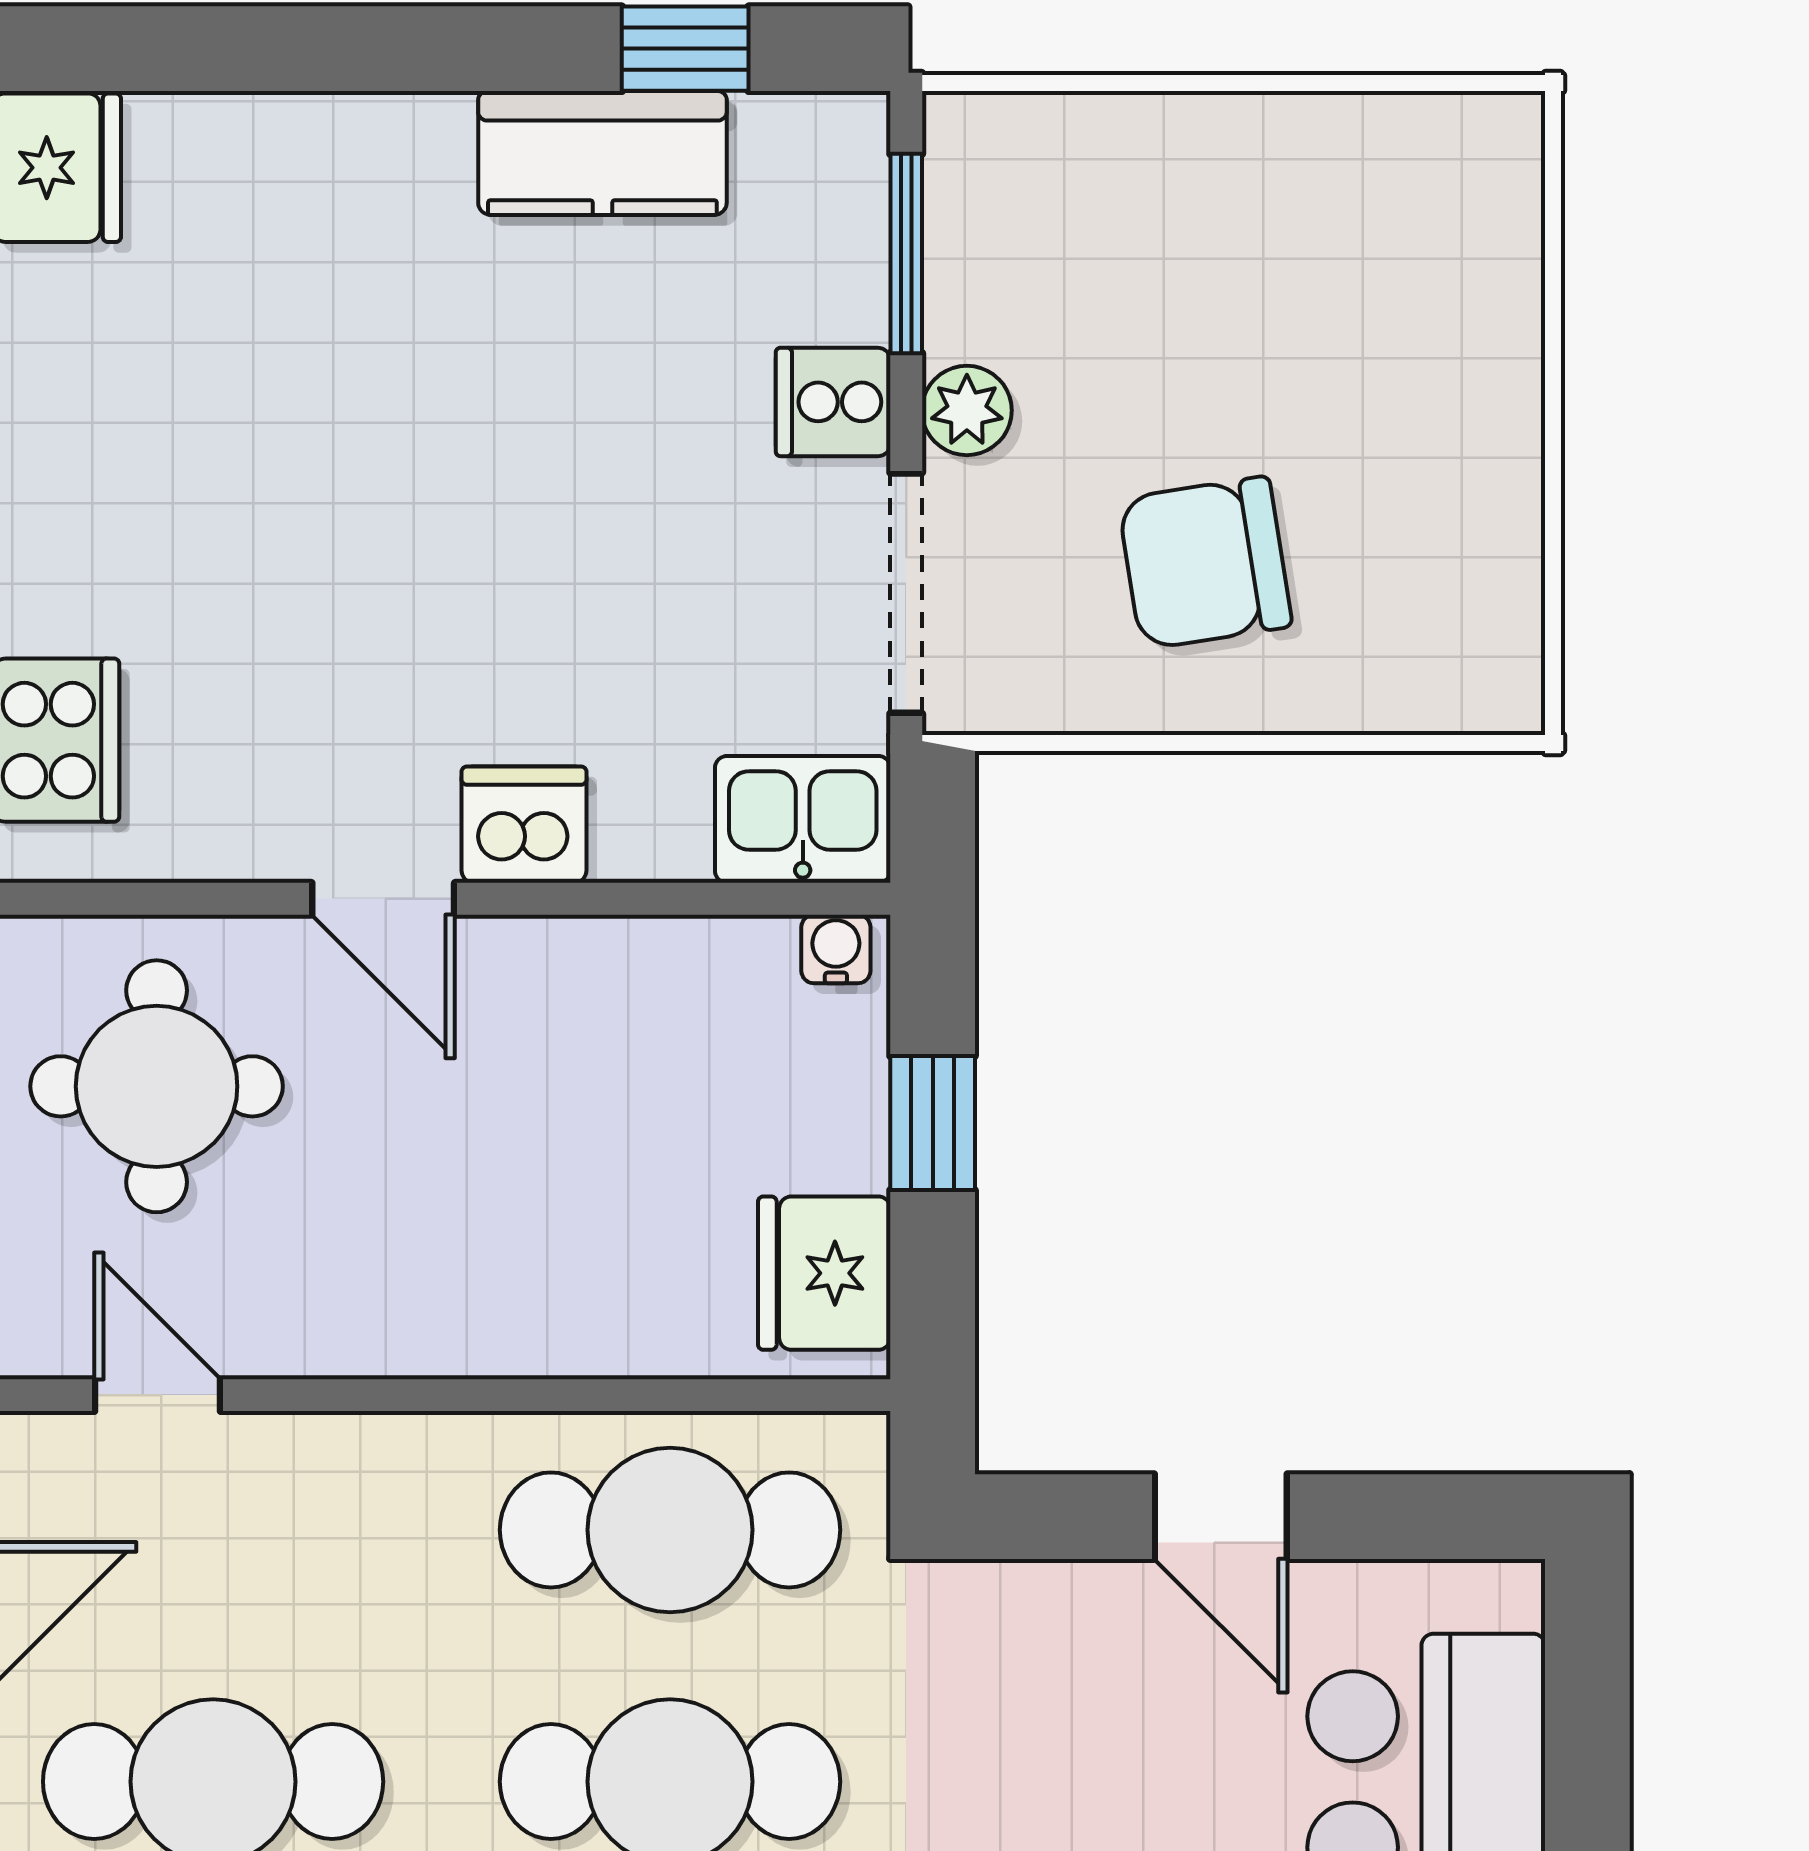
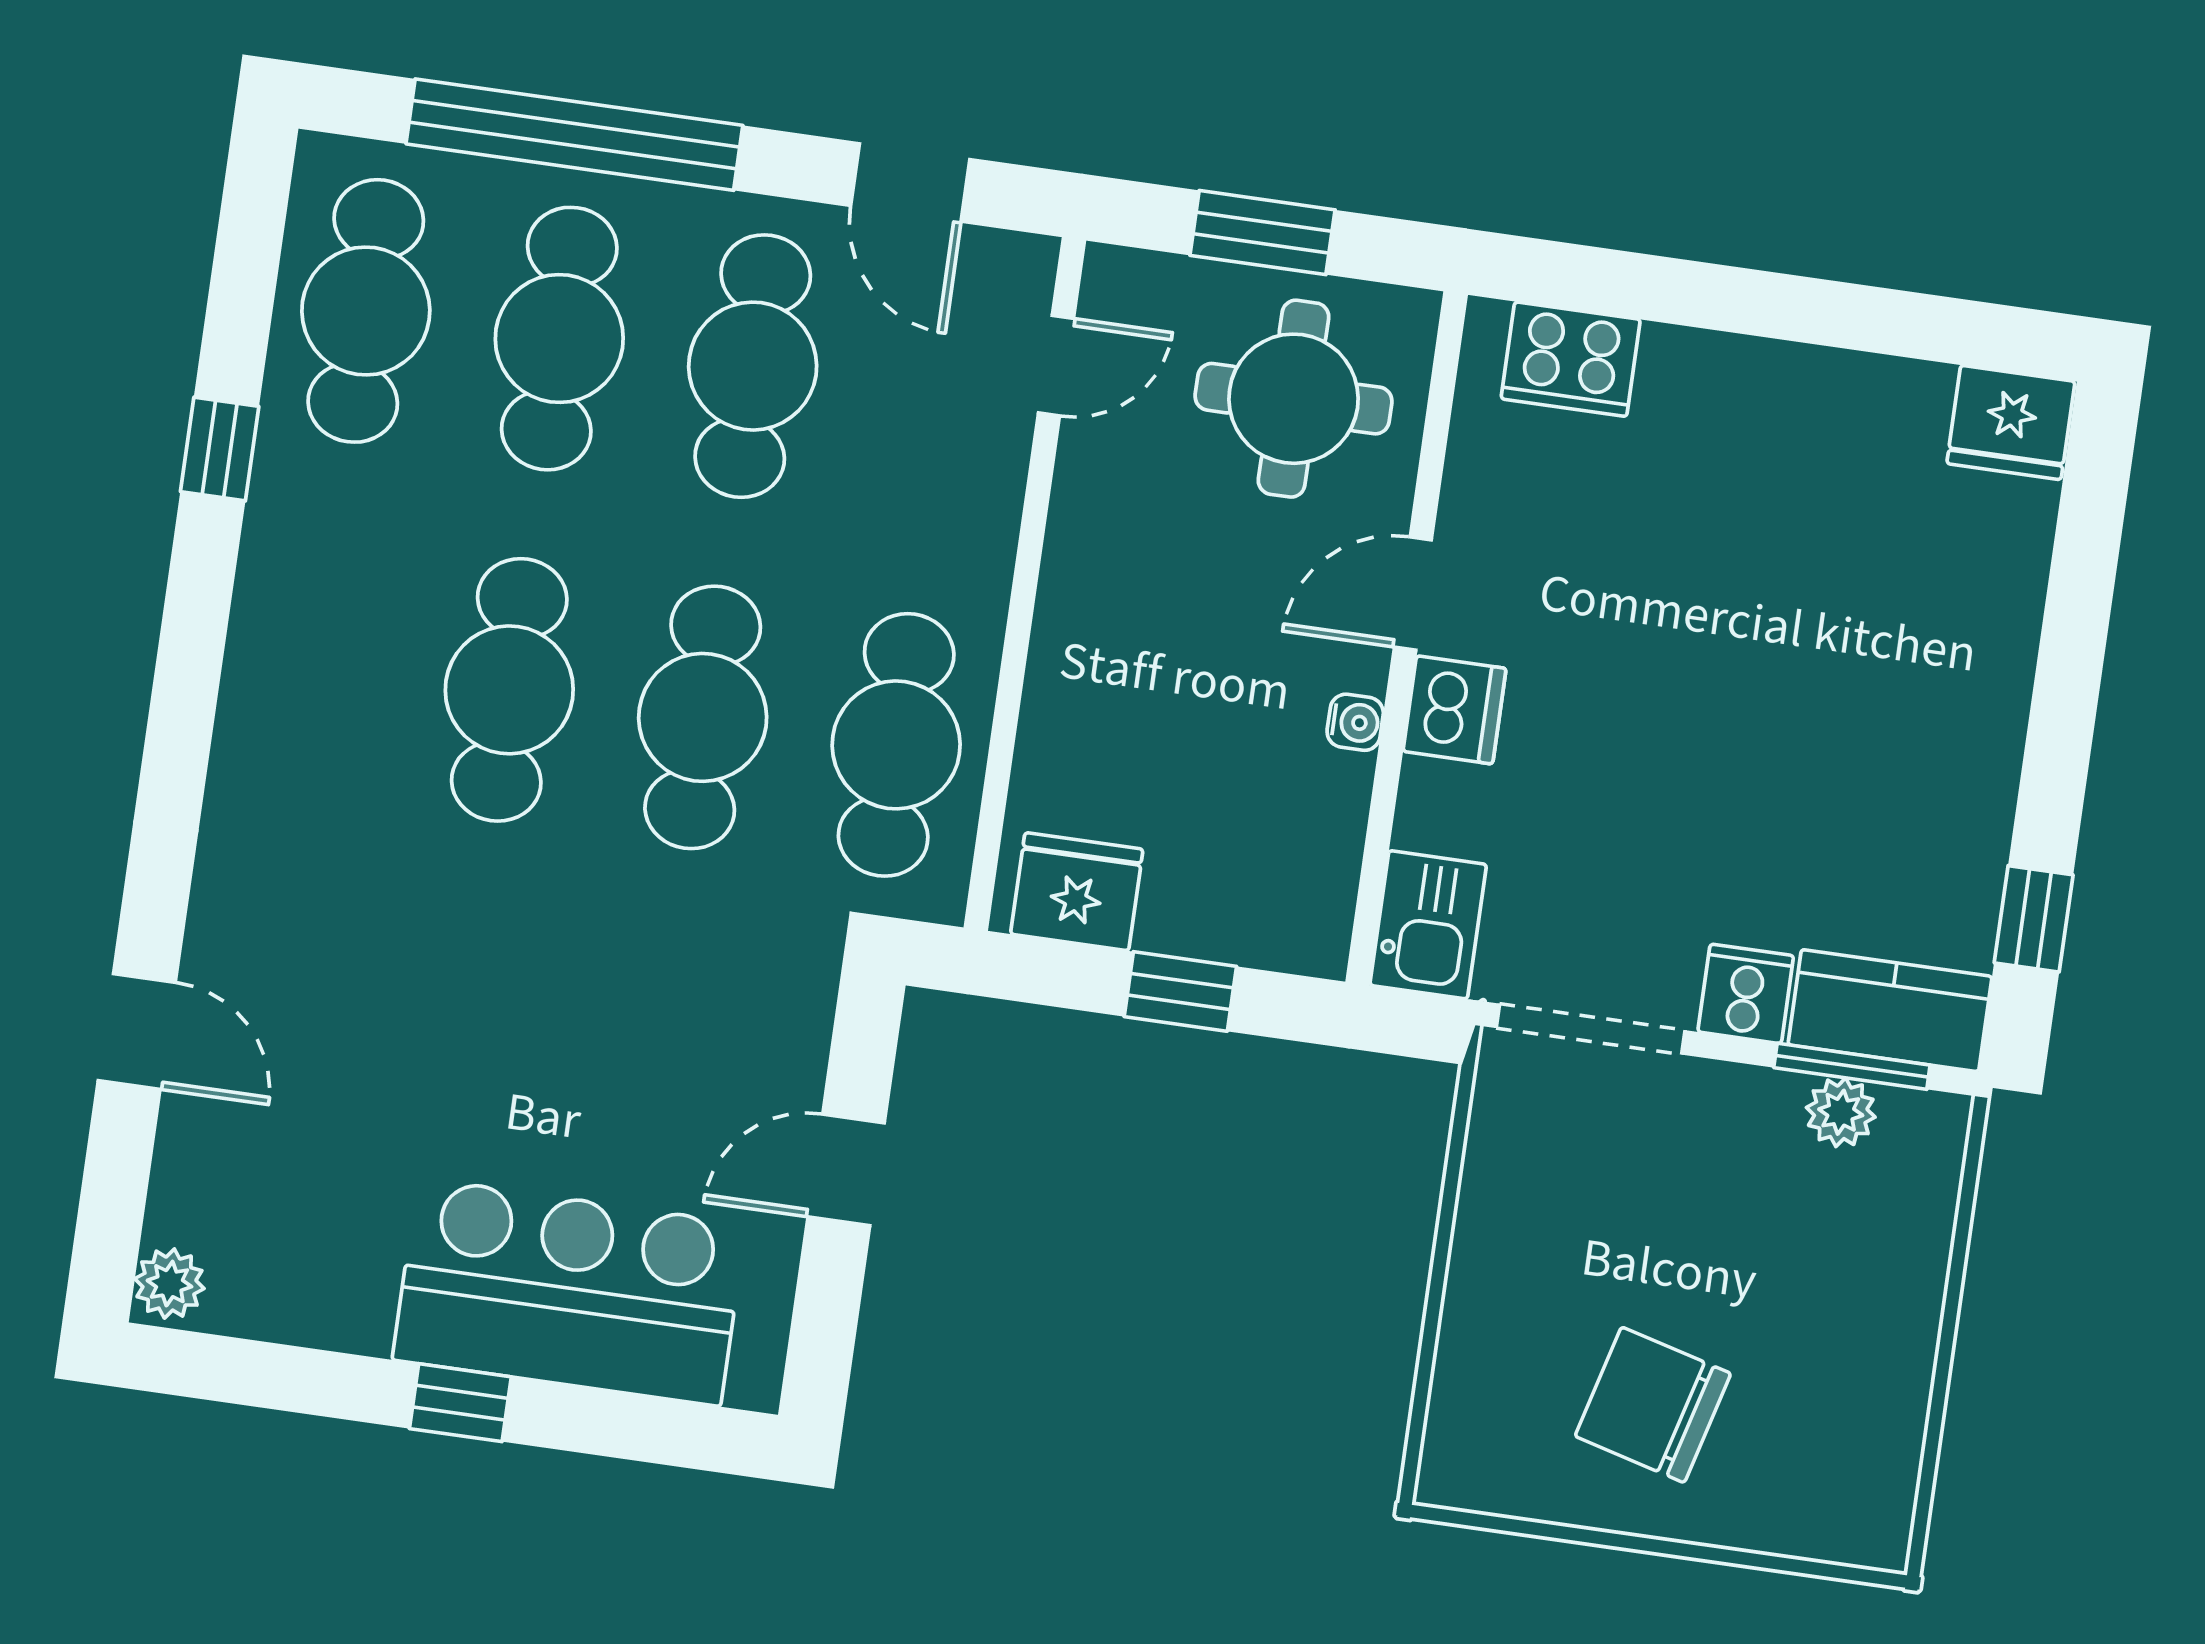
kitchen counter: (602, 153) -> (1890, 1011), moved, turned 90
plant: (967, 410) -> (1841, 1112), moved
chair: (1205, 563) -> (1653, 1405), moved, turned -66
water cooler: (836, 949) -> (1355, 722), moved

